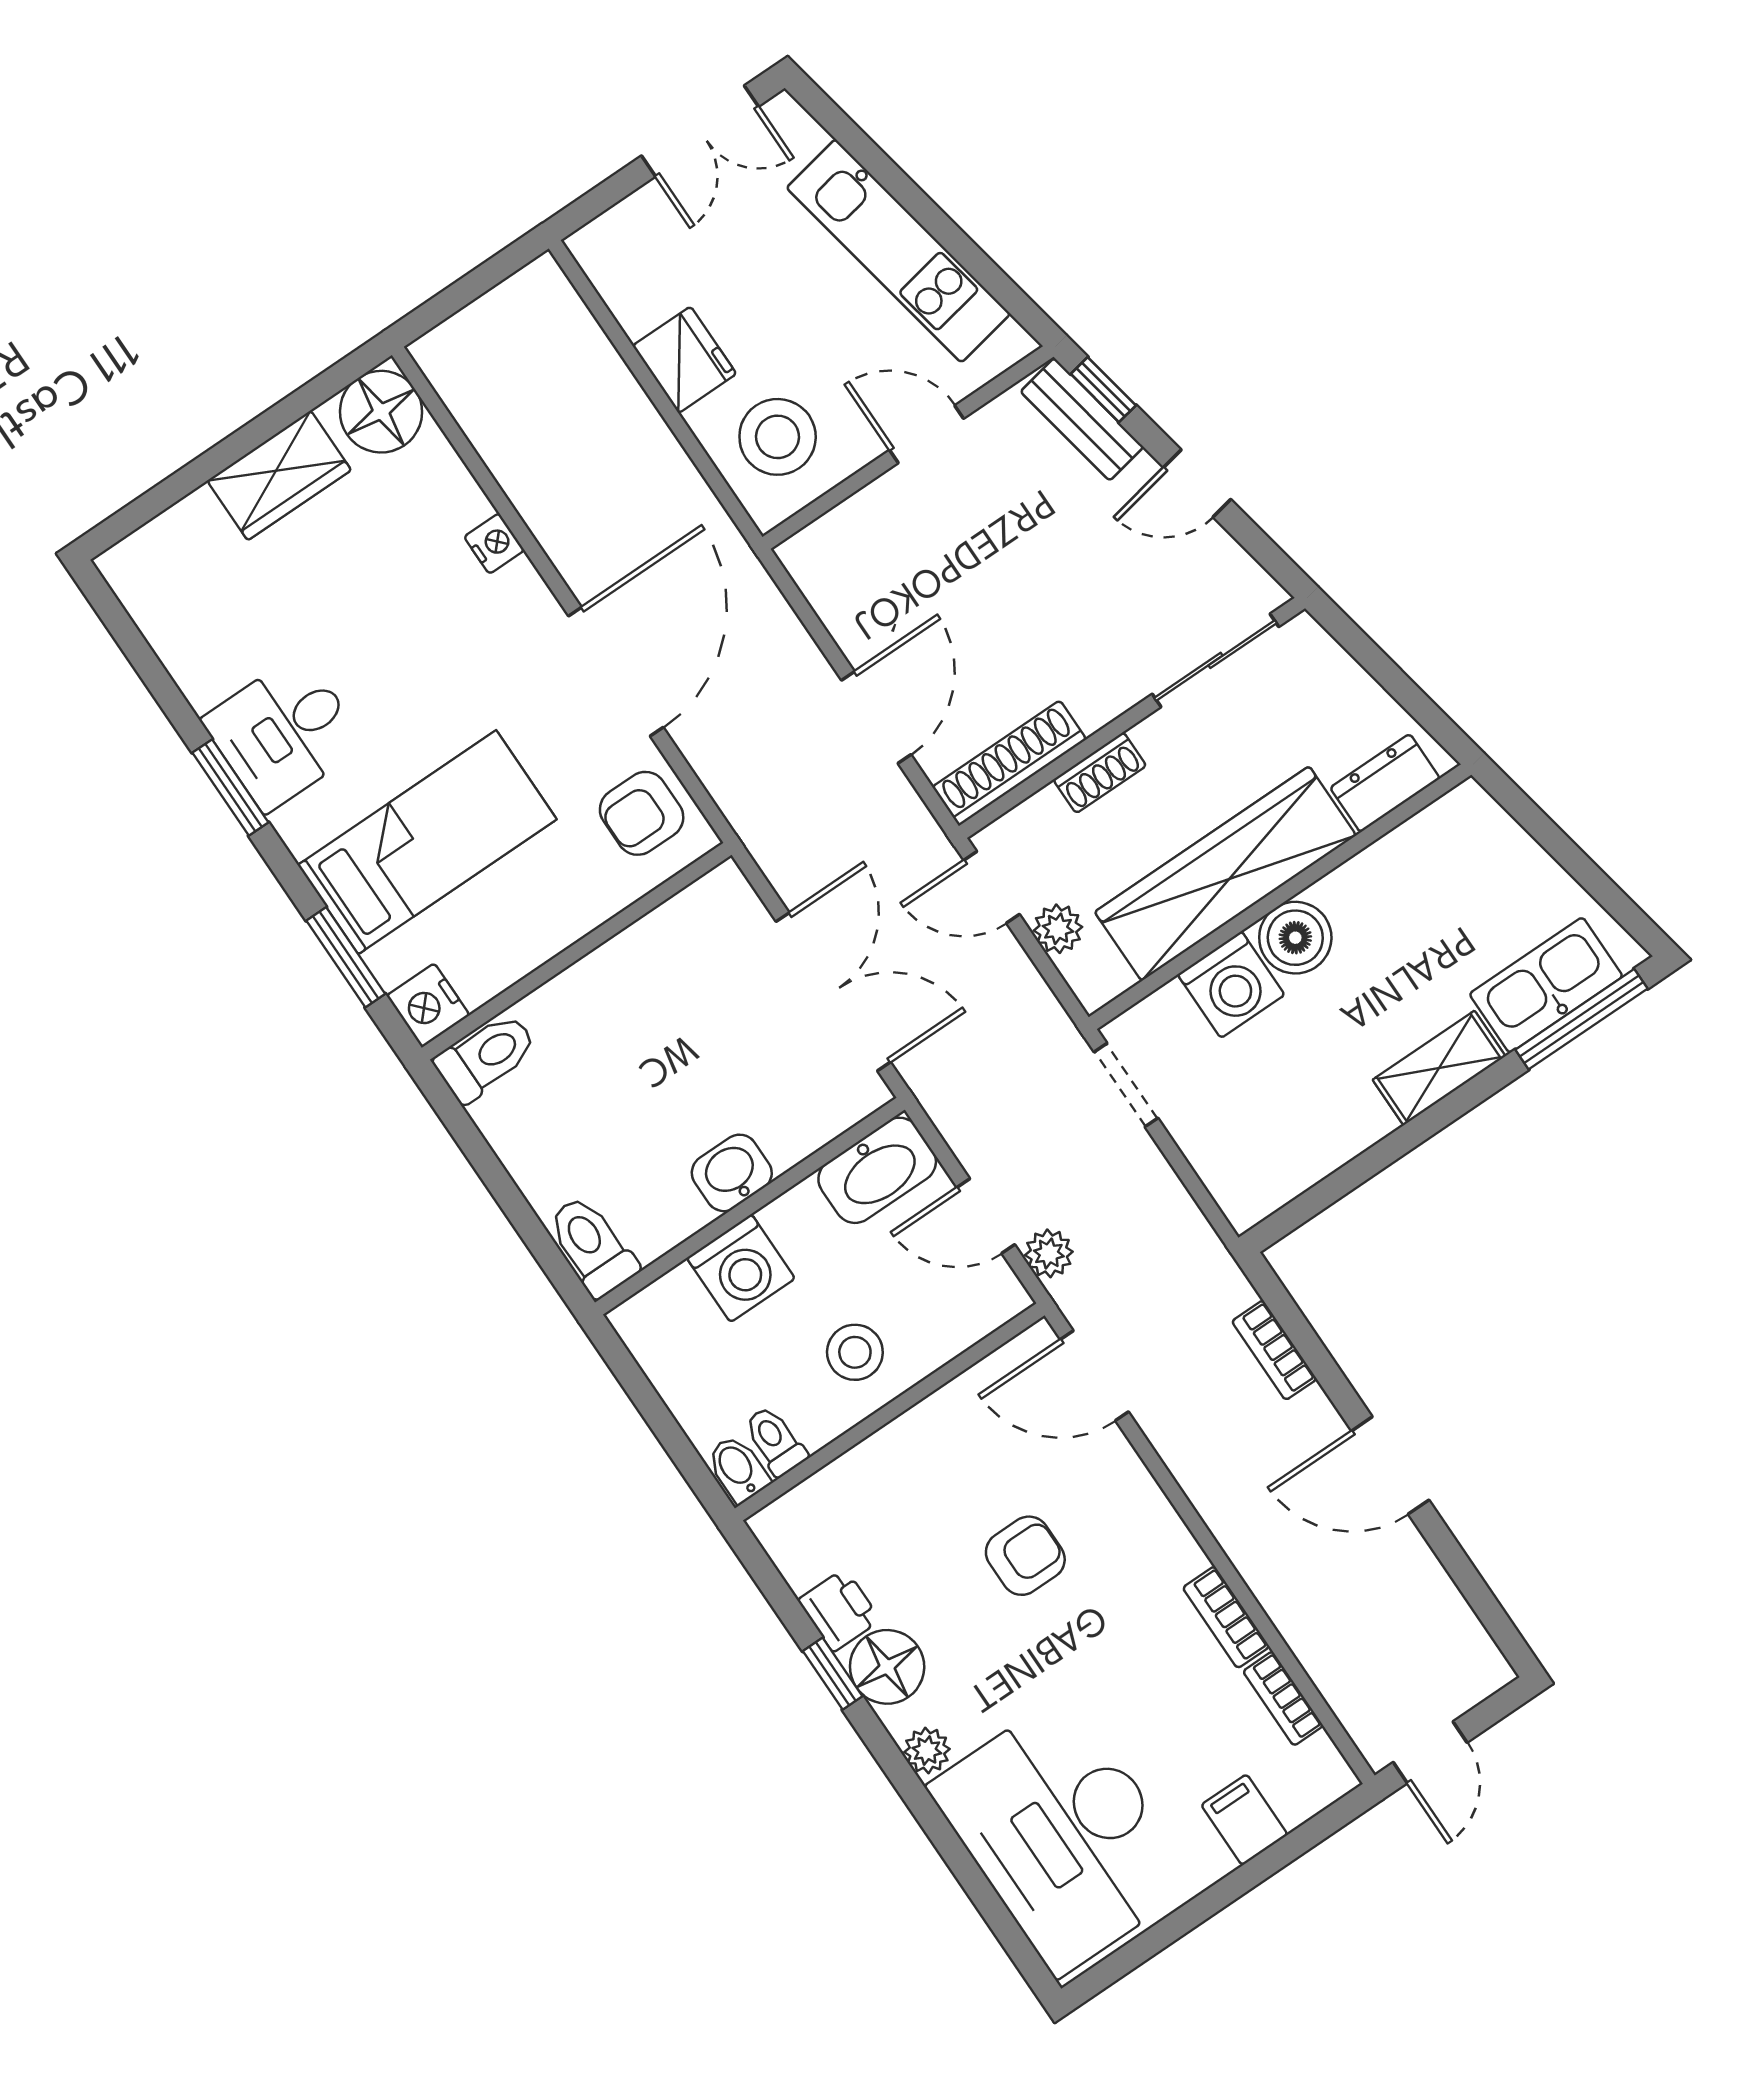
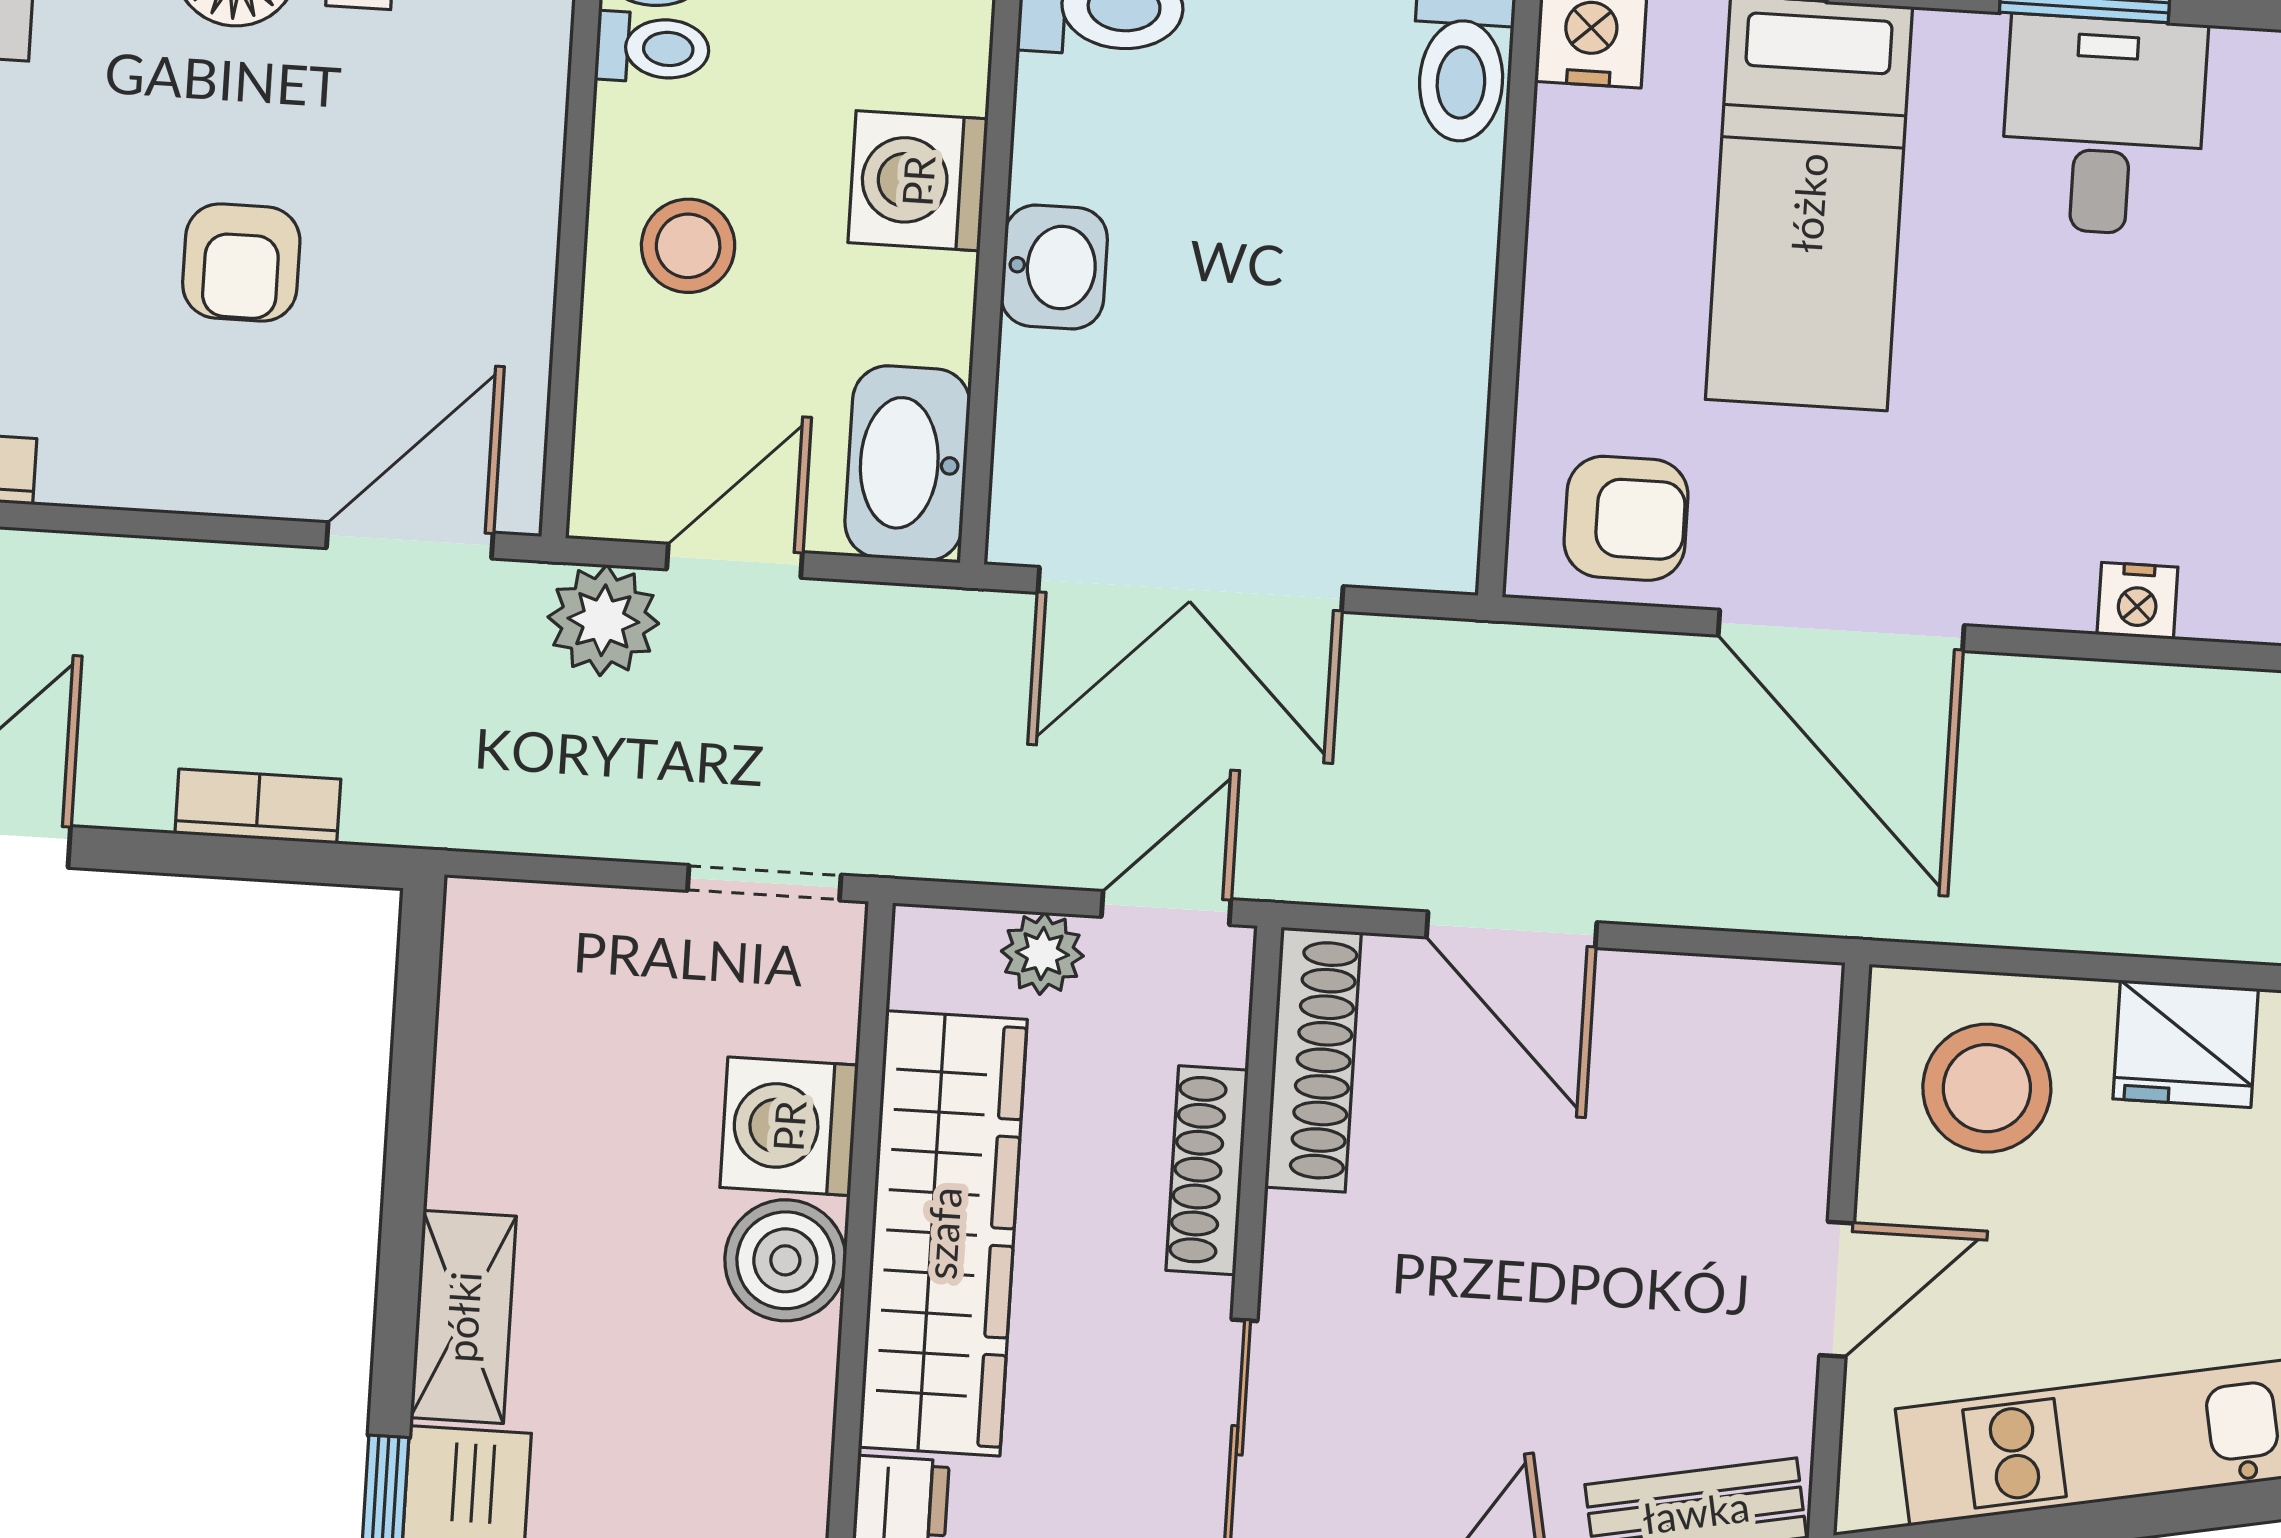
shoe rack: (1100, 773) -> (1207, 1170), width x1.43
armchair: (642, 813) -> (1626, 518), turned 90
plant: (1049, 1253) -> (603, 620), width x1.38, depth x1.38

